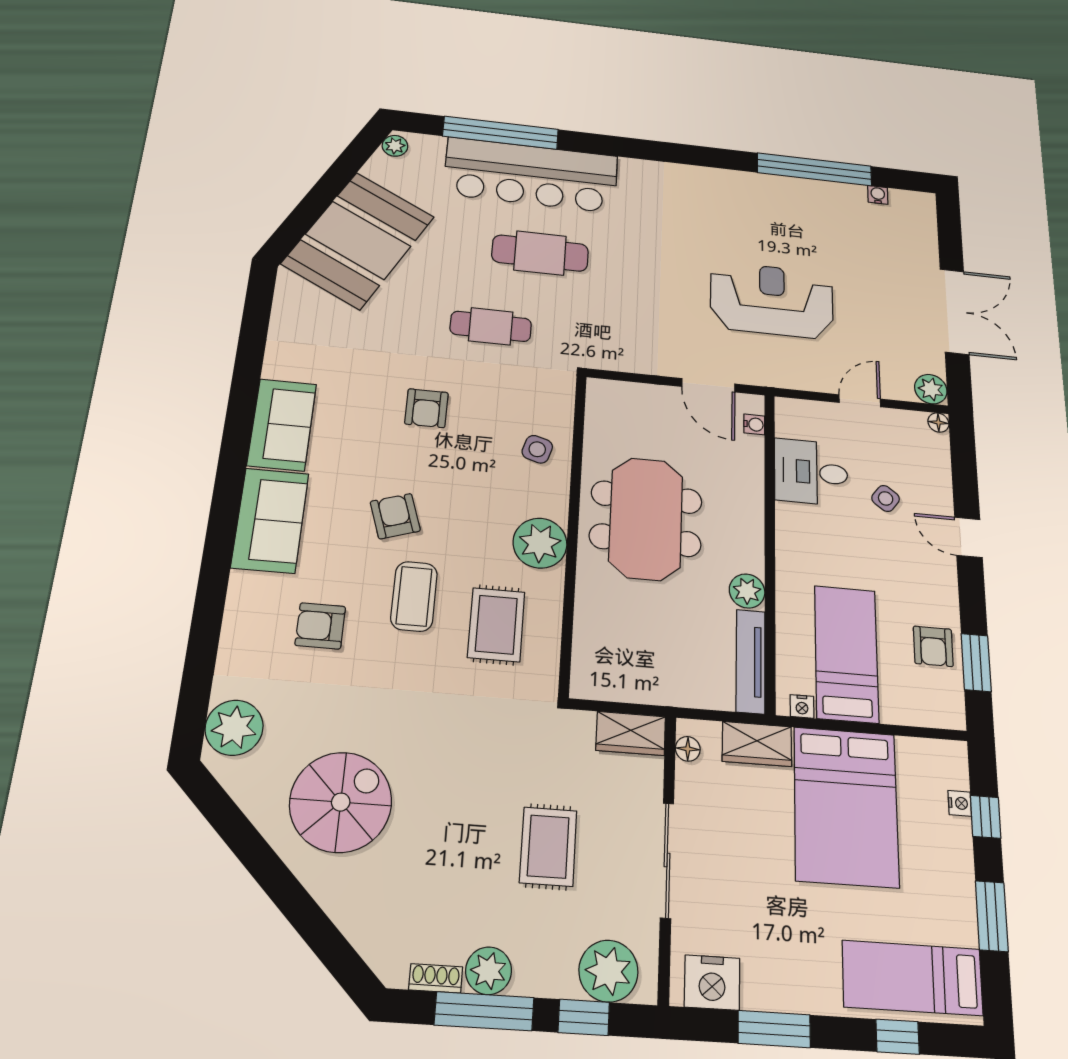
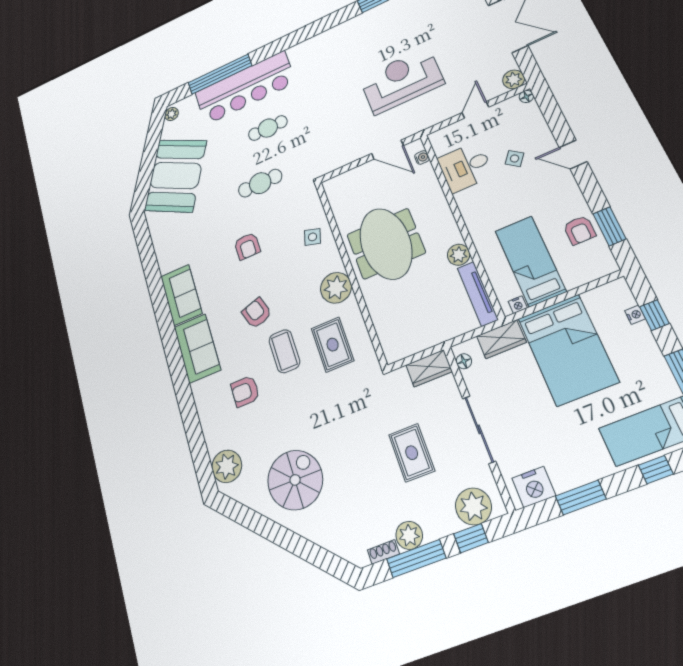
cafe table: (540, 253) -> (268, 128), width x0.73, depth x0.74

